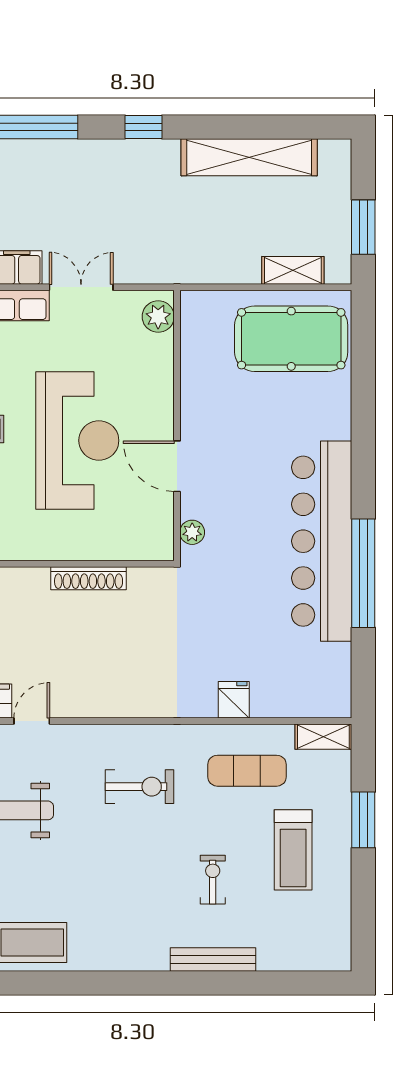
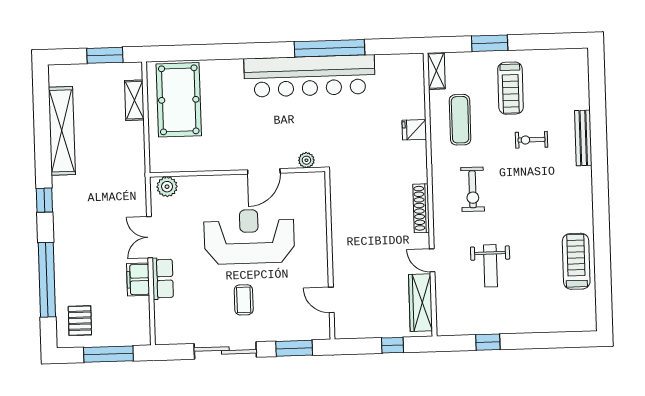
shoe rack: (89, 578) -> (421, 208), moved, turned 180
exercise bike: (139, 787) -> (473, 189), turned 180
treadmill: (293, 850) -> (511, 88), turned 90

